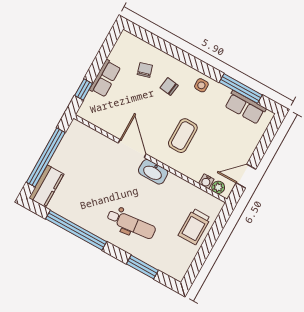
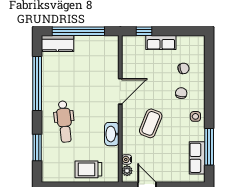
coffee table: (183, 136) -> (151, 123), turned -68
washbasin: (153, 172) -> (112, 134), moved

